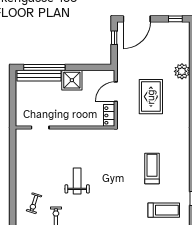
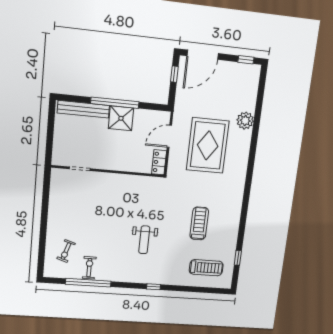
window: (44, 67) -> (115, 103), moved
rug: (151, 97) -> (208, 145), width x1.37, depth x1.44
weight bench: (77, 181) -> (144, 240), moved, turned 180

